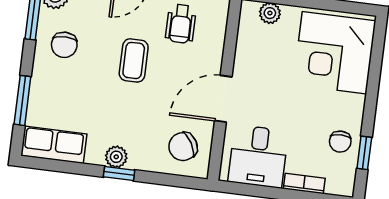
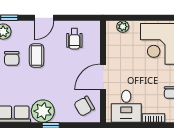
coffee table: (134, 60) -> (36, 56), moved
plant: (116, 157) -> (43, 111), width x1.87, depth x1.87

